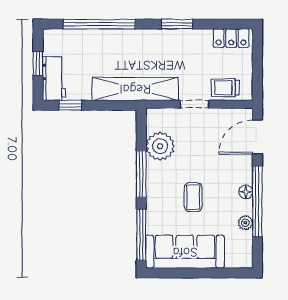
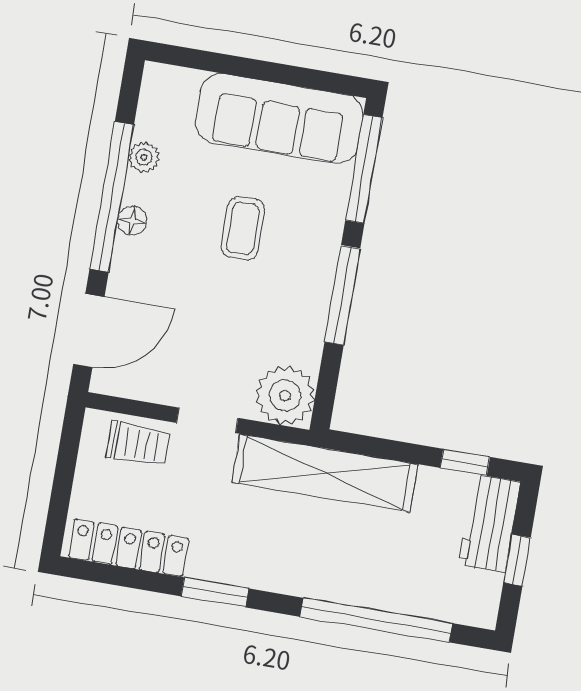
locker: (231, 38) -> (129, 548), width x1.53
plant: (160, 146) -> (285, 395), moved

